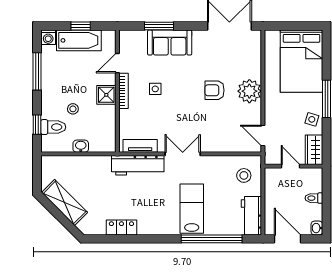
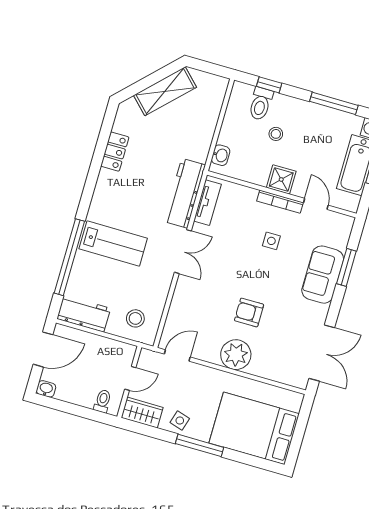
armchair: (215, 90) -> (249, 312), turned -90
washbasin: (81, 146) -> (221, 155), moved
toilet: (314, 198) -> (103, 401), moved

